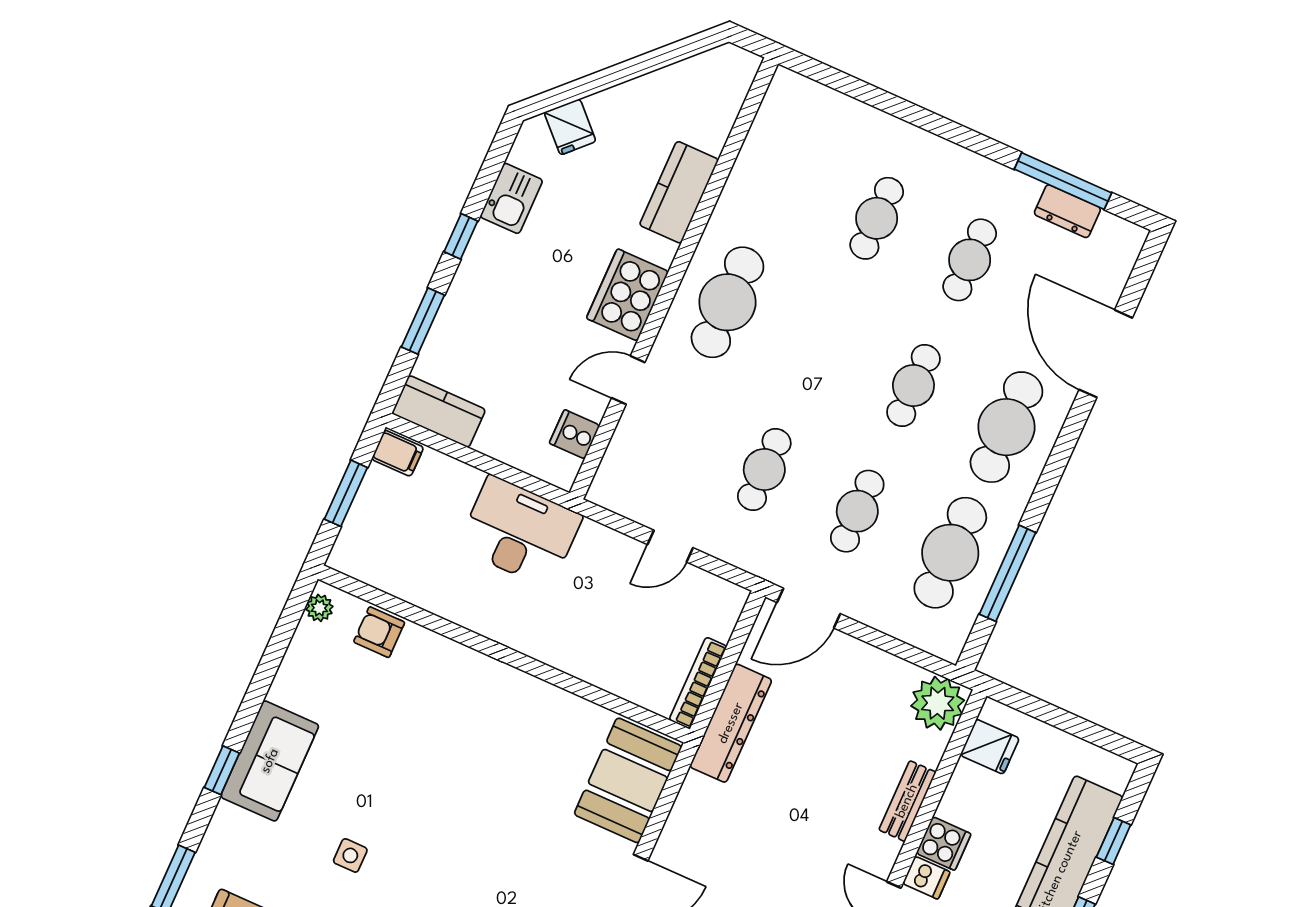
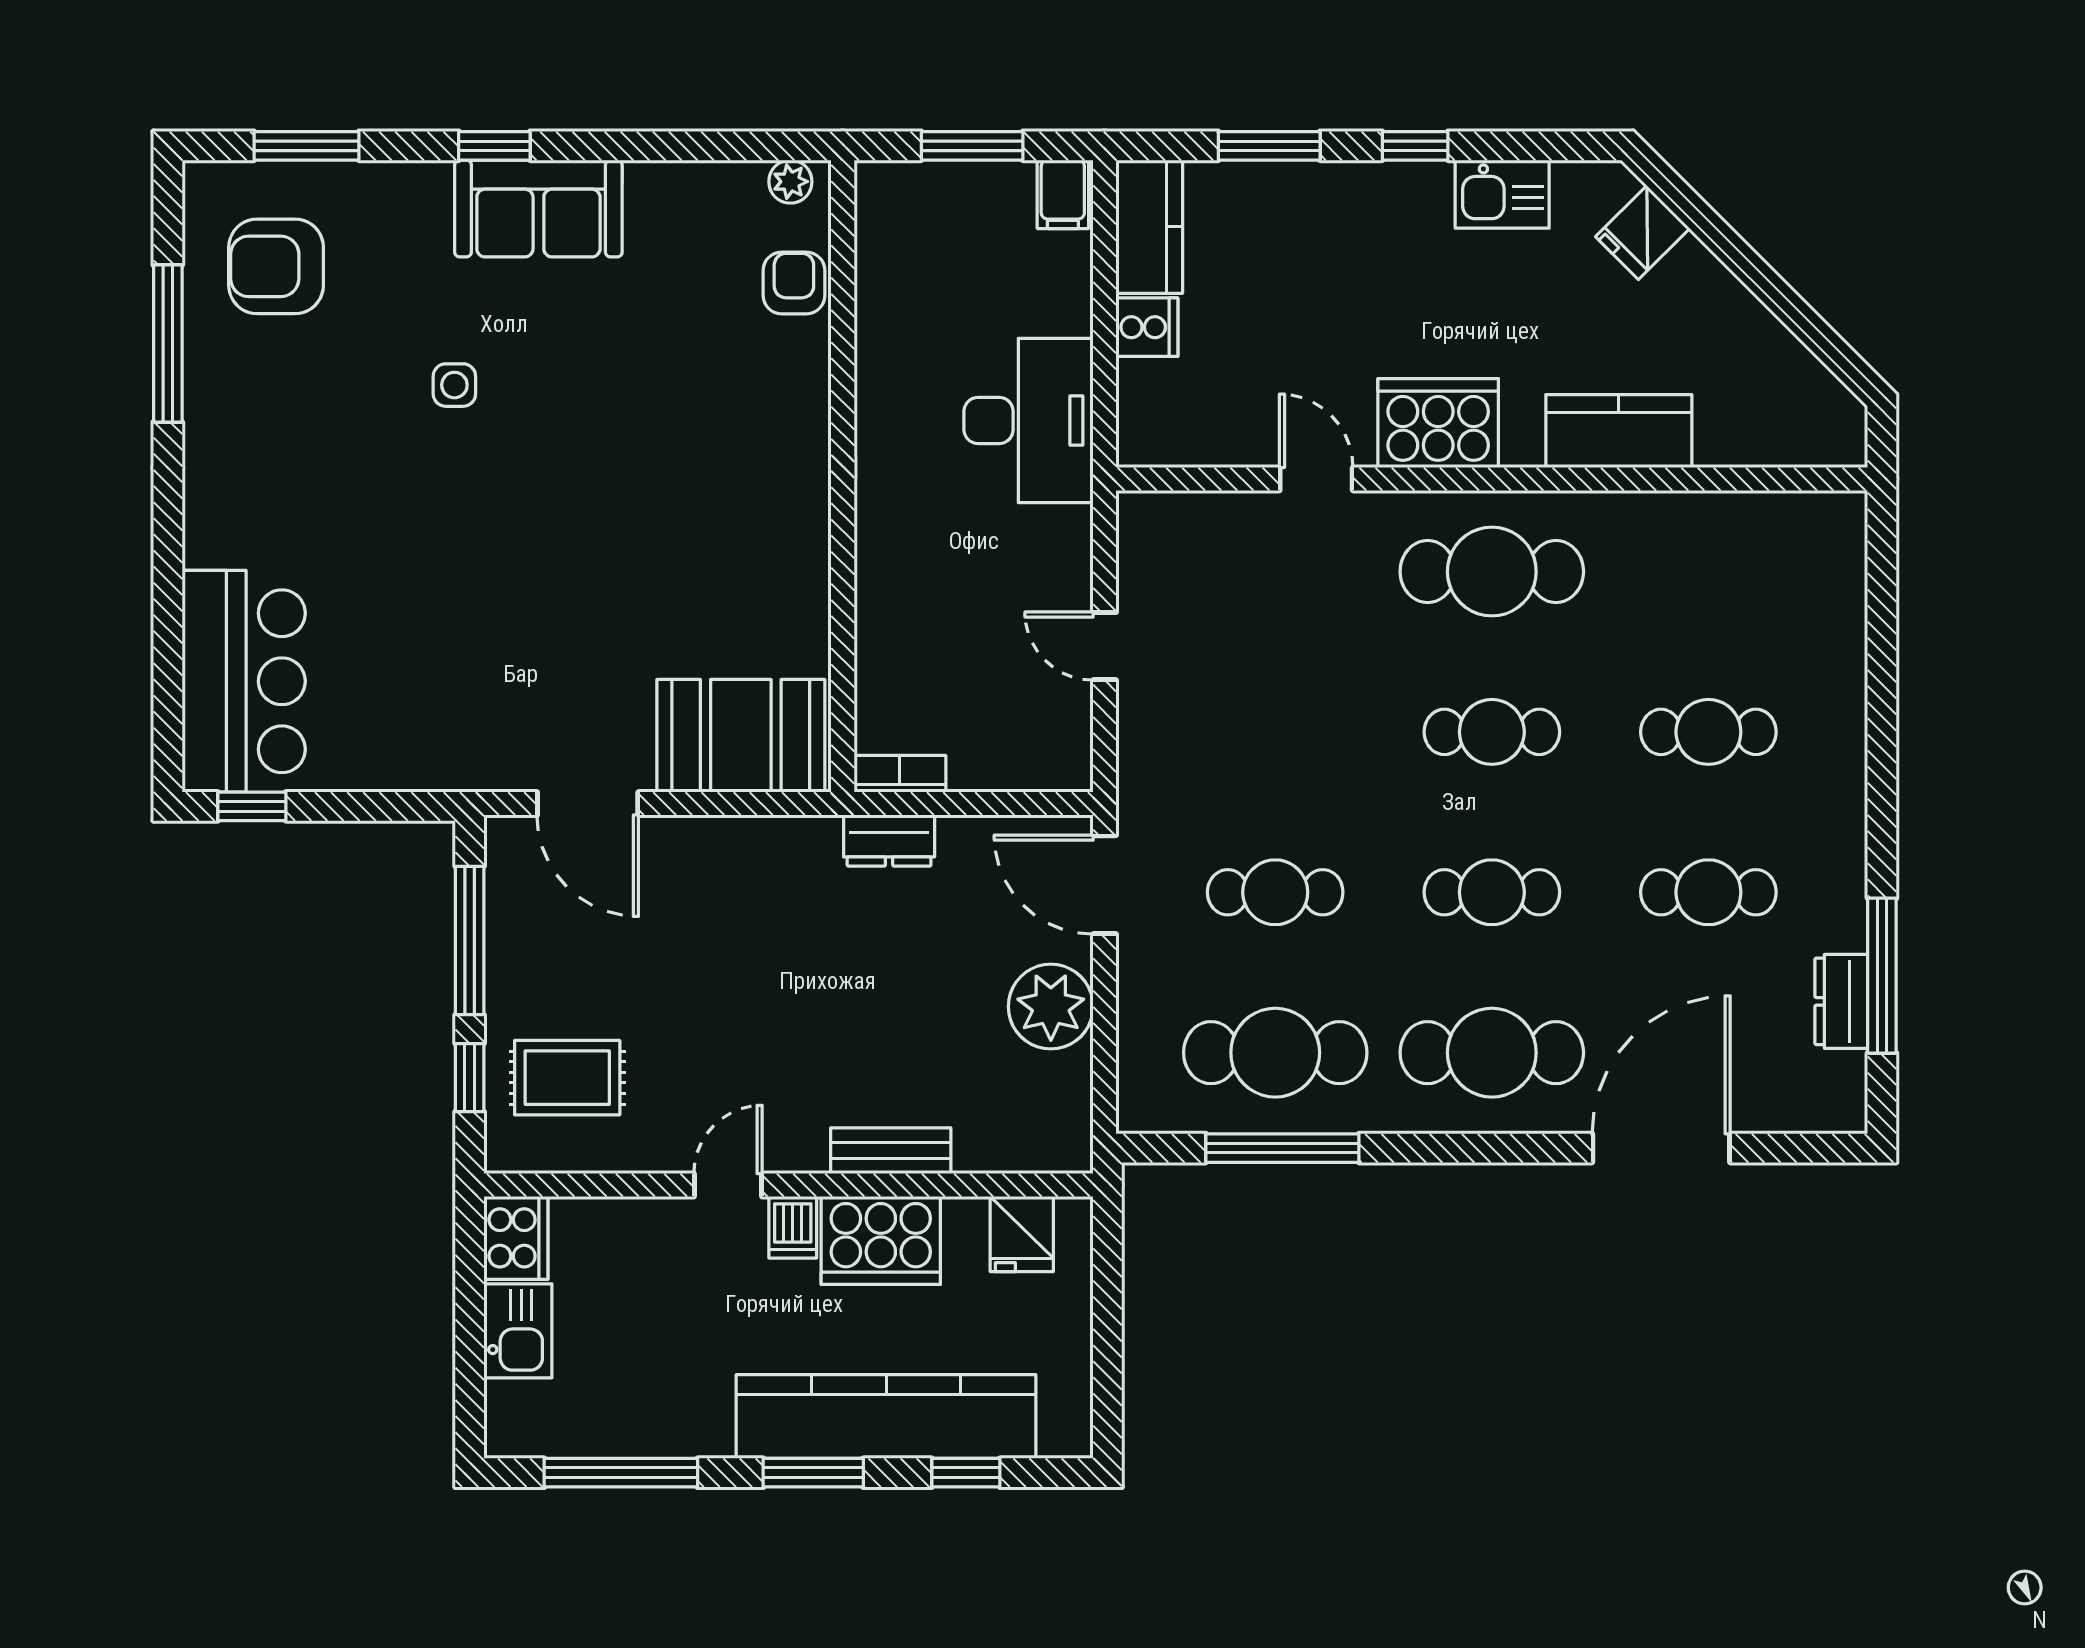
cooker: (575, 434) -> (1147, 327), moved, turned 90
cafe table: (764, 469) -> (1492, 732), moved
bookcase: (698, 683) -> (900, 774), width x0.64
plant: (938, 703) -> (1051, 1007), moved
dresser: (731, 723) -> (889, 841), width x0.51, depth x0.80
cooker: (944, 843) -> (881, 1240), width x1.87, depth x1.31

